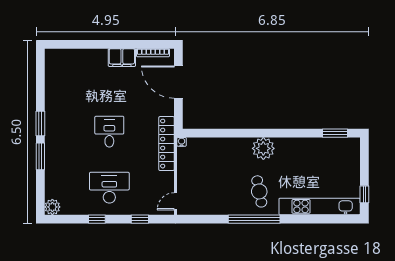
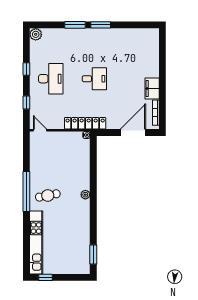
plant: (263, 148) -> (85, 195), width x0.53, depth x0.53

